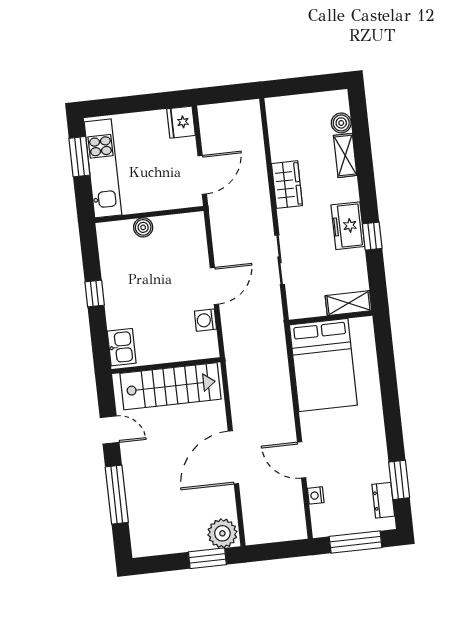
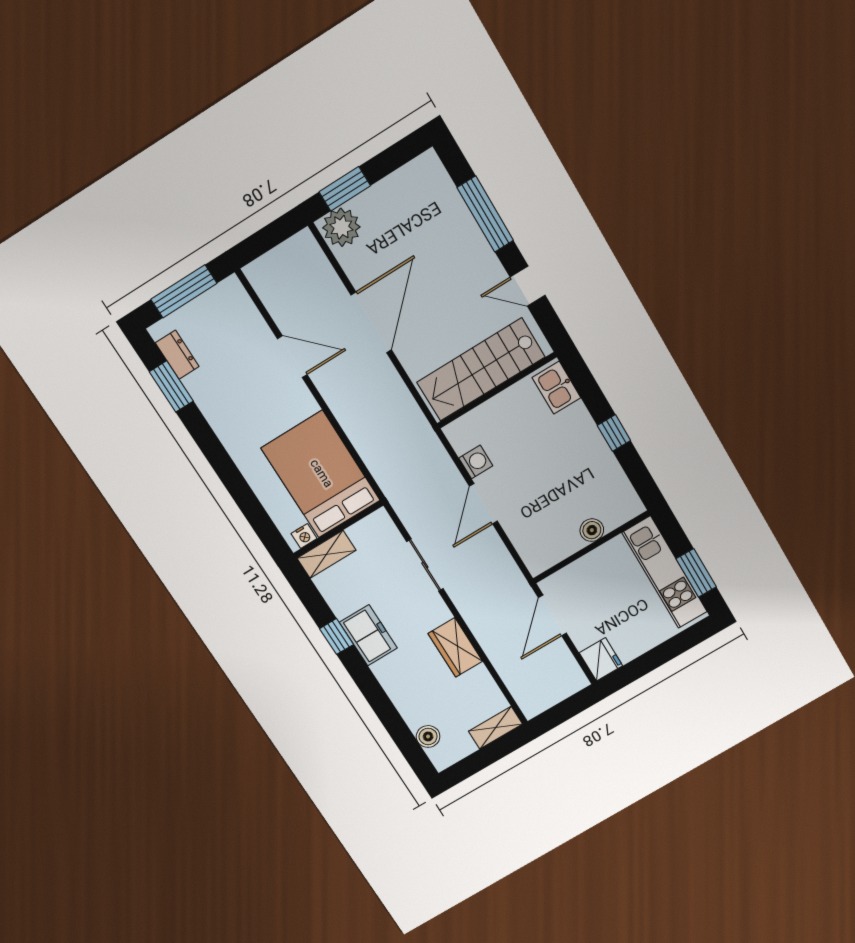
shelving: (345, 155) -> (495, 728), moved, turned 90
nightstand: (316, 495) -> (304, 536), moved, turned 90

